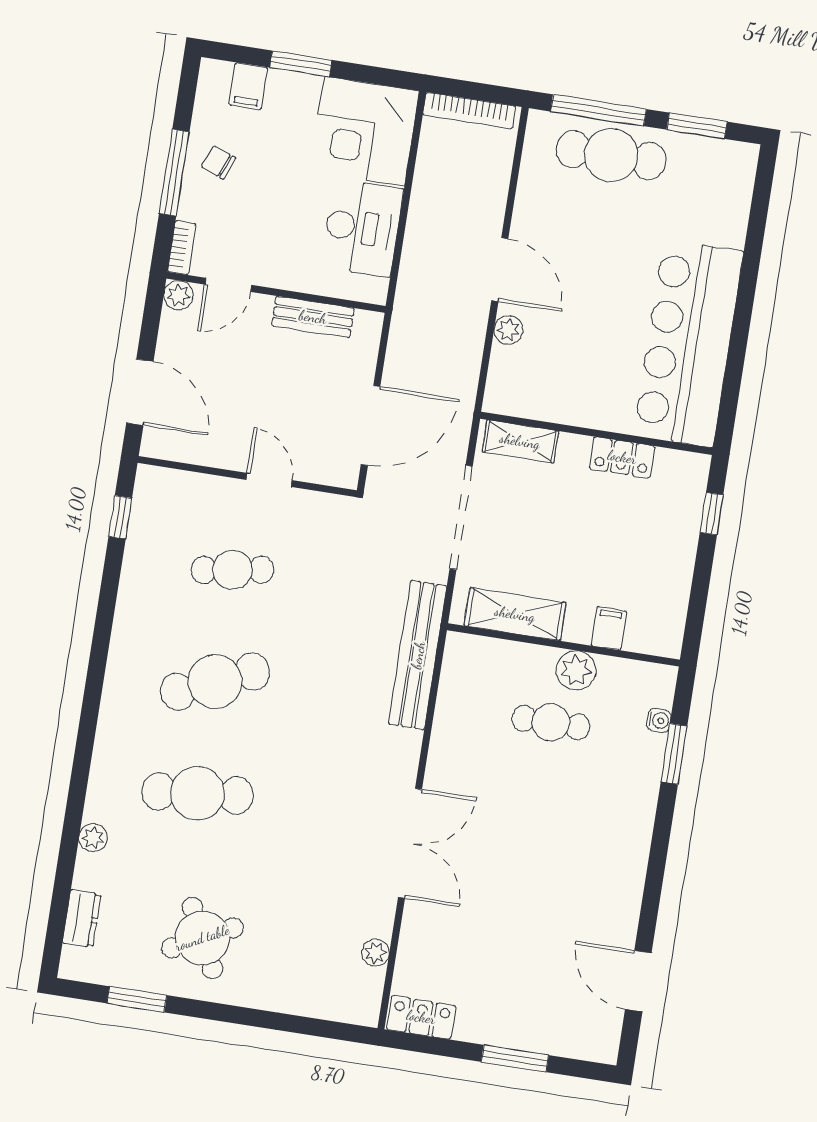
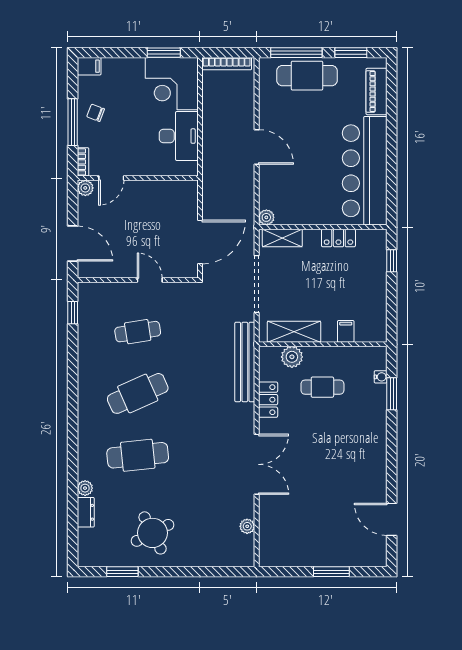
window: (301, 64) -> (164, 53), moved
filing cabinet: (248, 86) -> (89, 66), moved, turned -90
piano: (732, 203) -> (376, 91), added
bench: (313, 317) -> (160, 188), removed
plant: (508, 330) -> (266, 217), moved
plant: (576, 670) -> (292, 357), moved
dresser: (82, 918) -> (86, 512), moved
locker: (421, 1017) -> (268, 400), moved, turned 90

